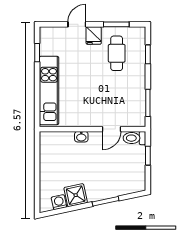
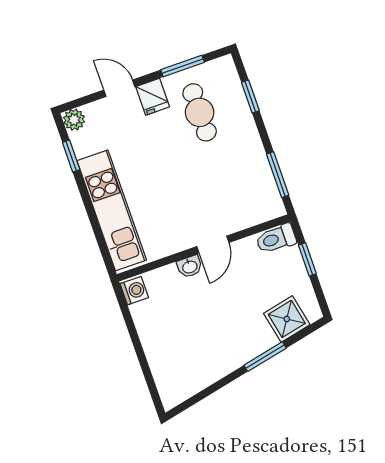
door: (77, 24) -> (119, 88), hinge flipped
plant: (46, 33) -> (74, 120), added
door: (112, 129) -> (213, 245), moved
shower: (76, 195) -> (287, 319), moved
washing machine: (59, 202) -> (134, 291), moved, turned 102

